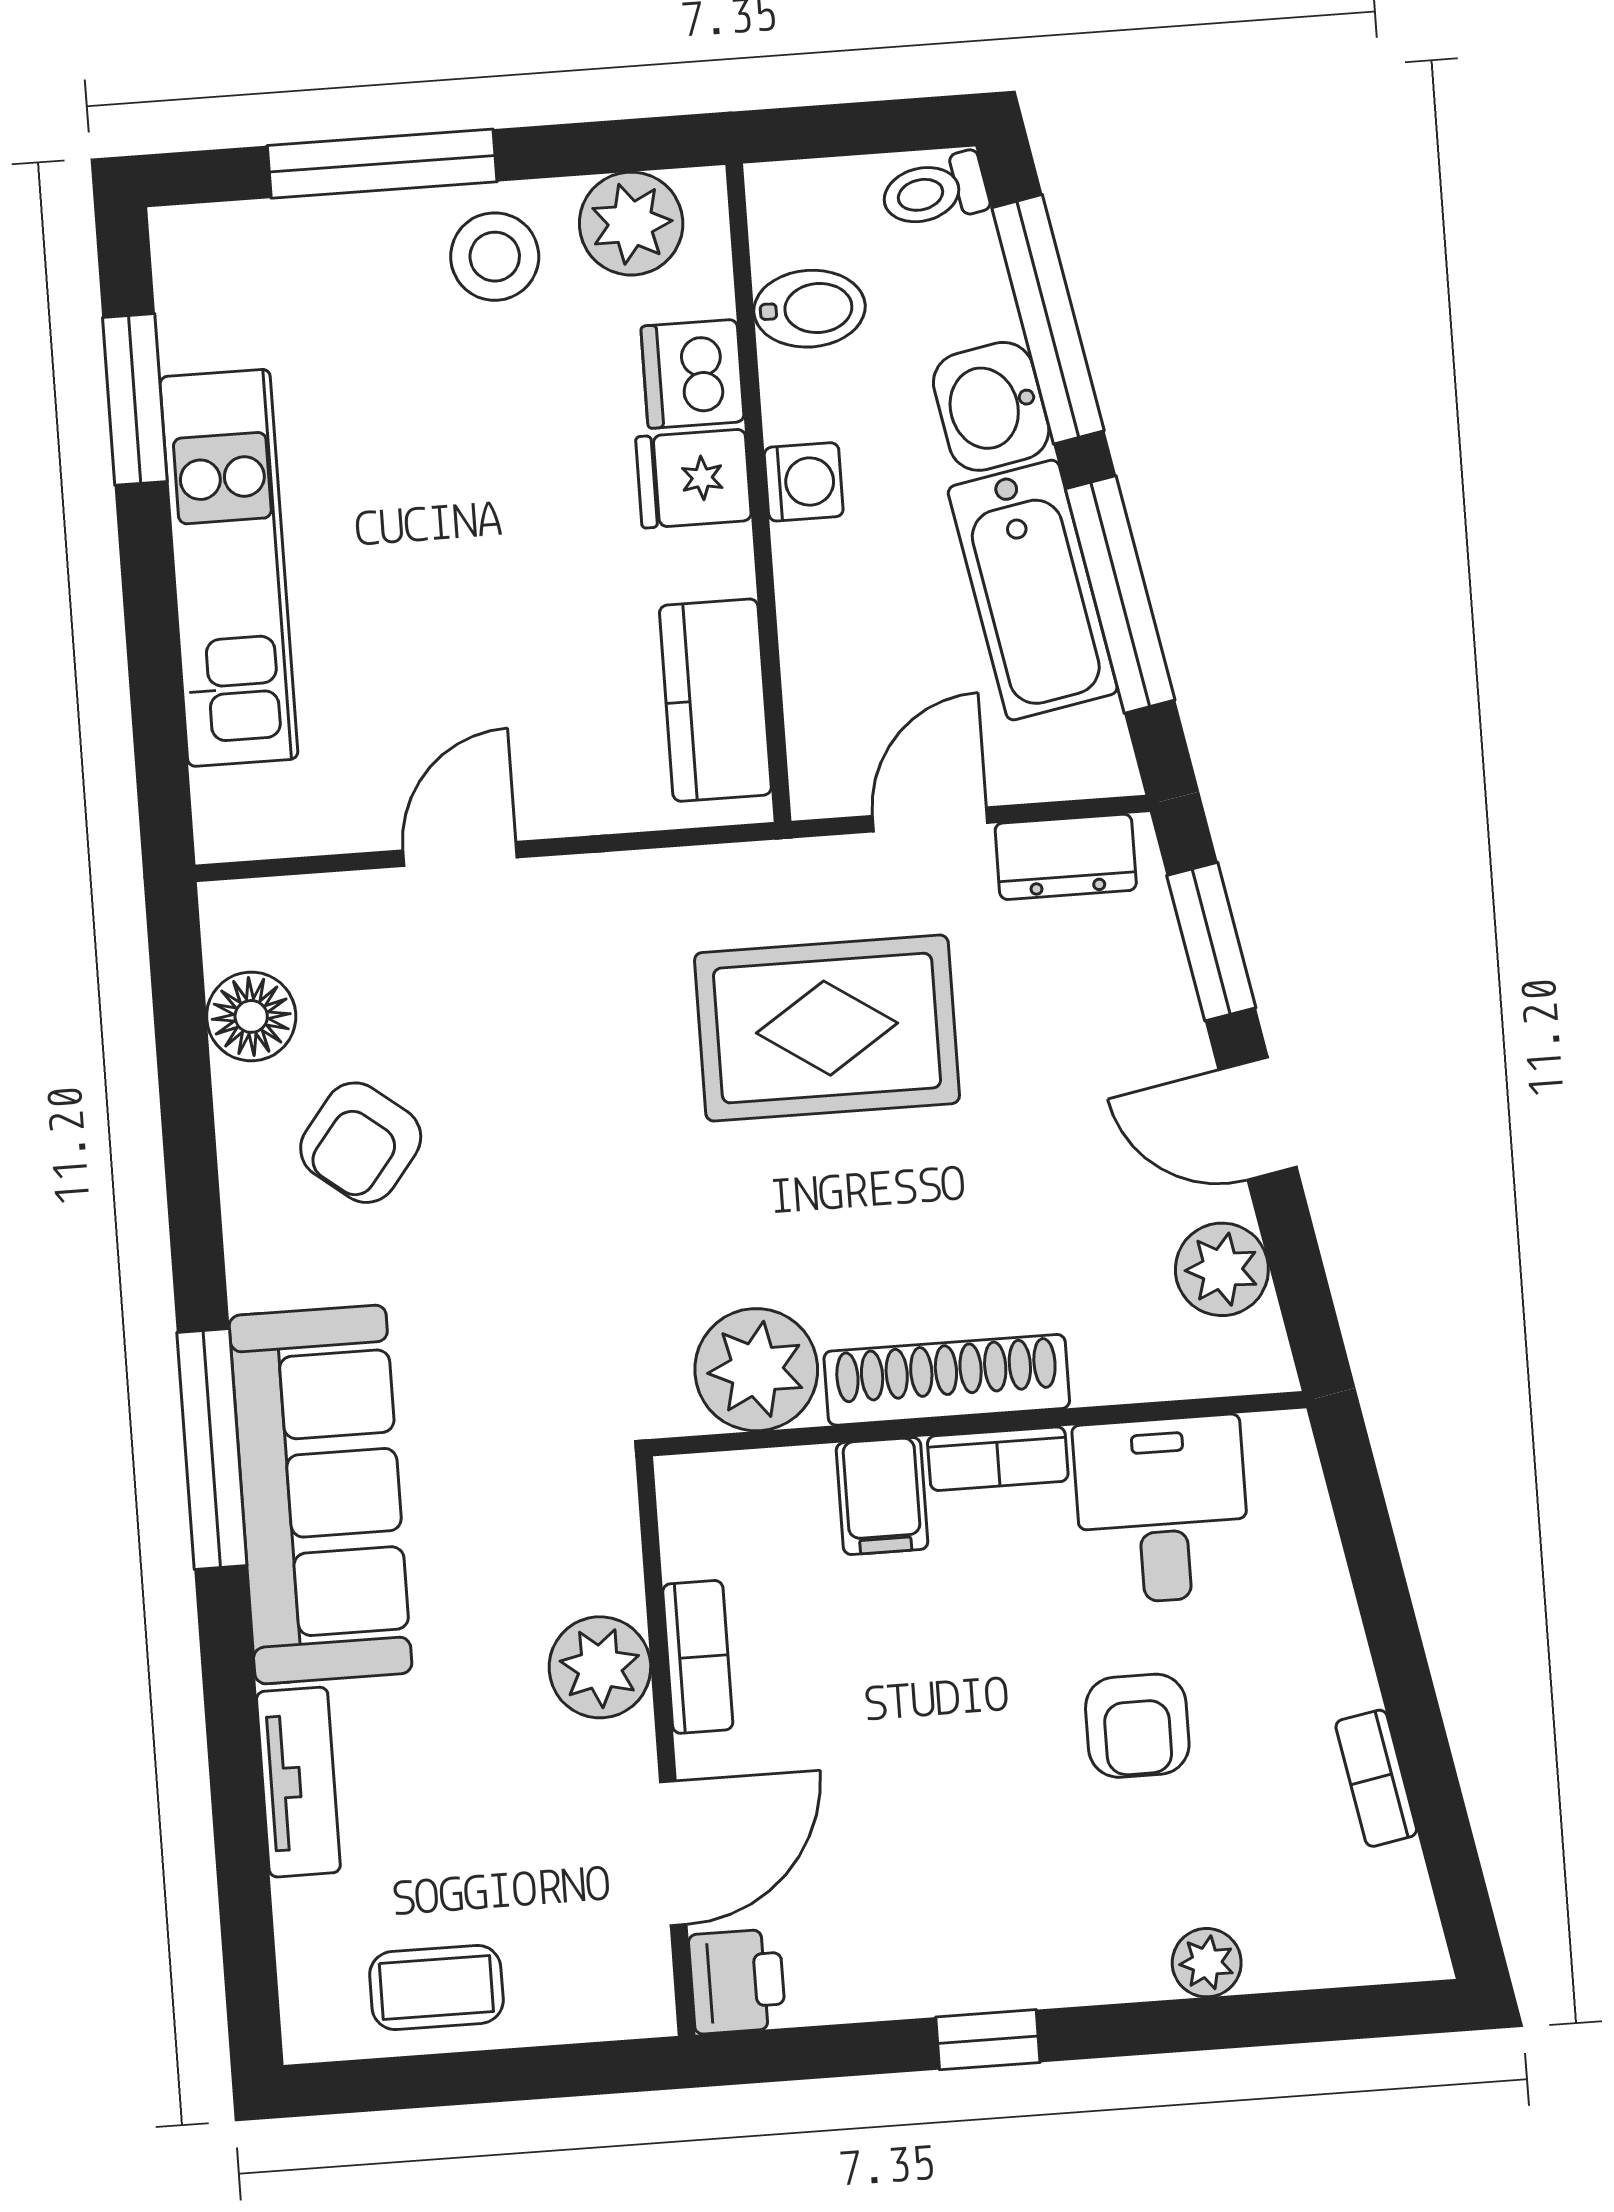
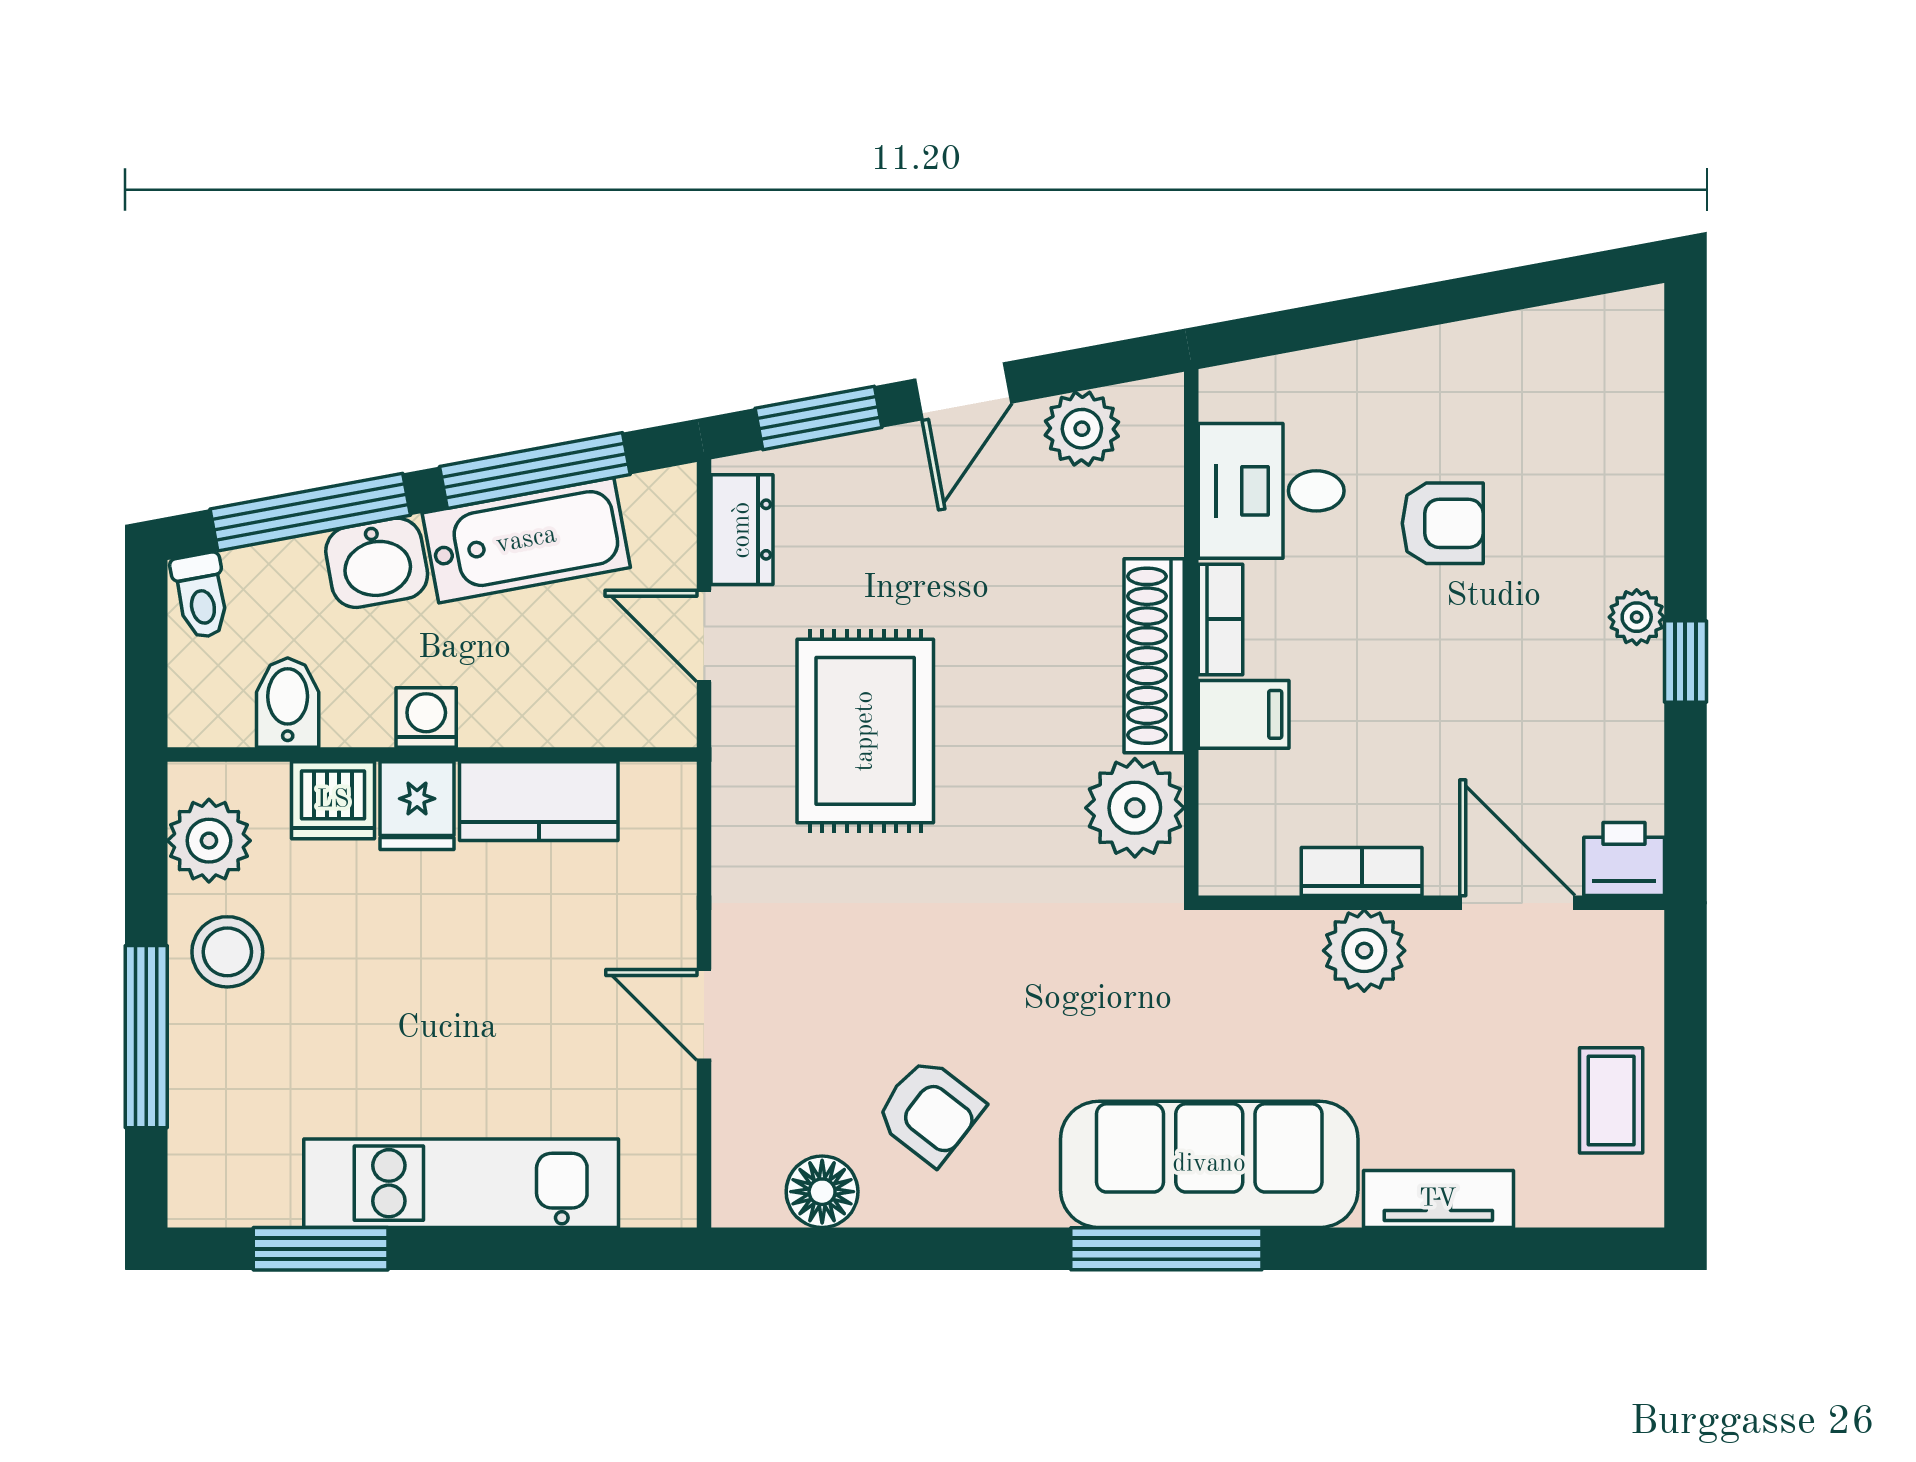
kitchen counter: (715, 700) -> (539, 801), moved
bookcase: (1376, 1778) -> (1499, 335), removed
plant: (1207, 1963) -> (1637, 617), moved

